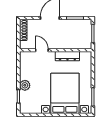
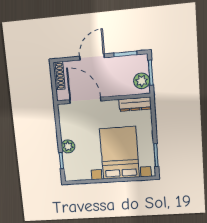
plant: (86, 39) -> (142, 81), added
door: (42, 50) -> (85, 100), width x1.87
dresser: (67, 56) -> (135, 104), moved

